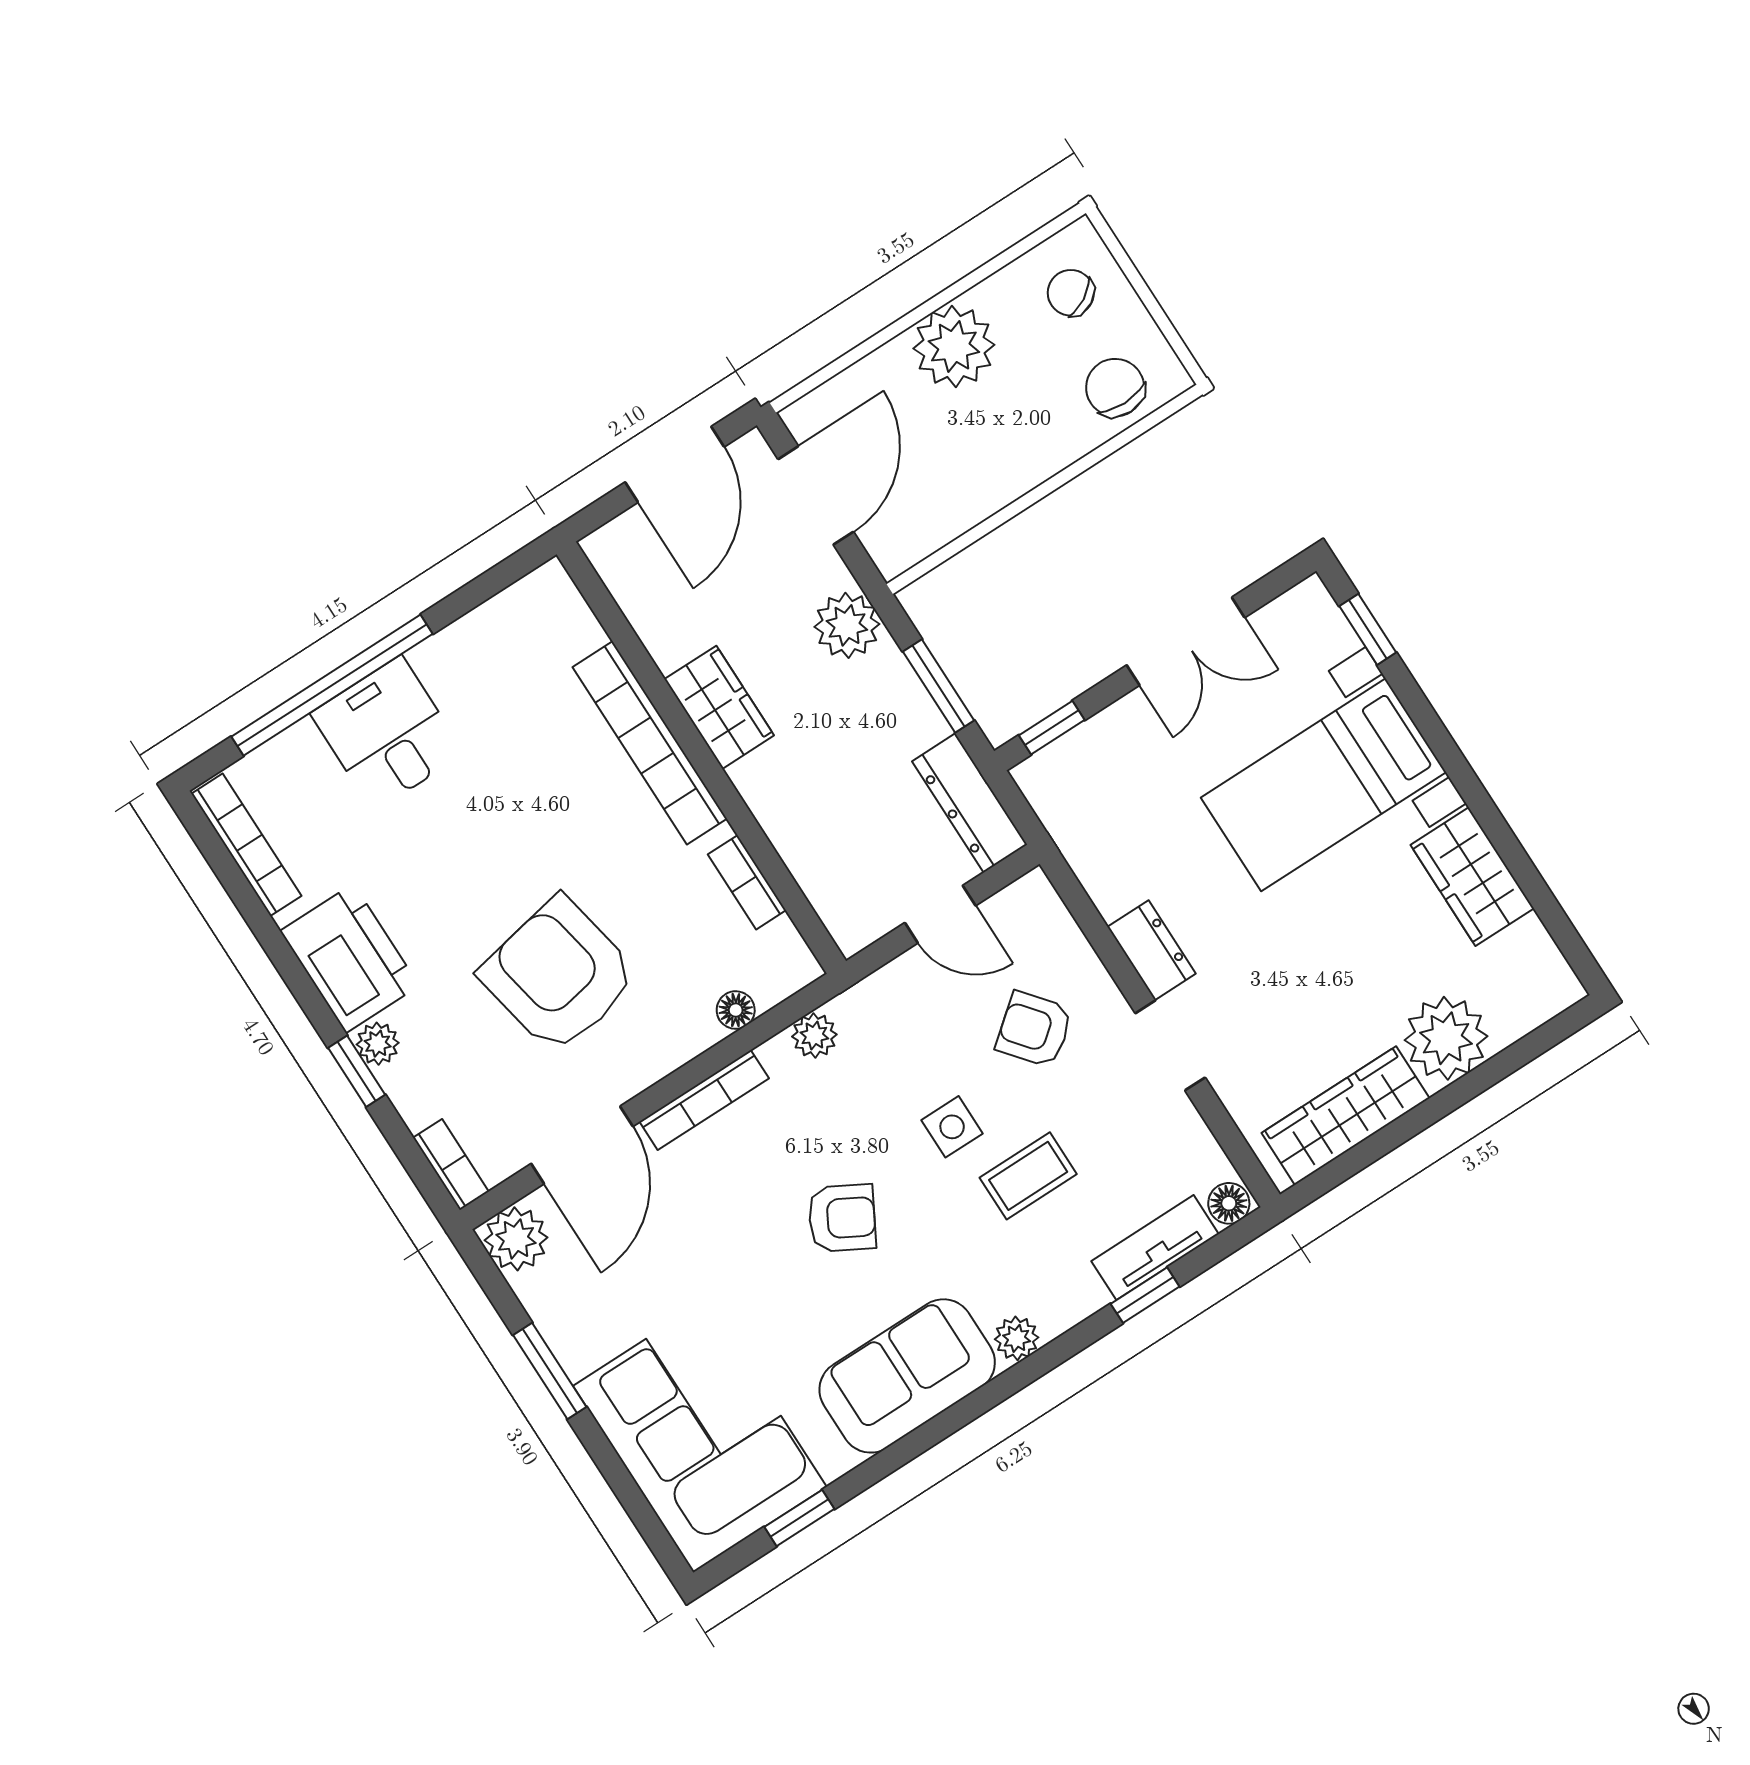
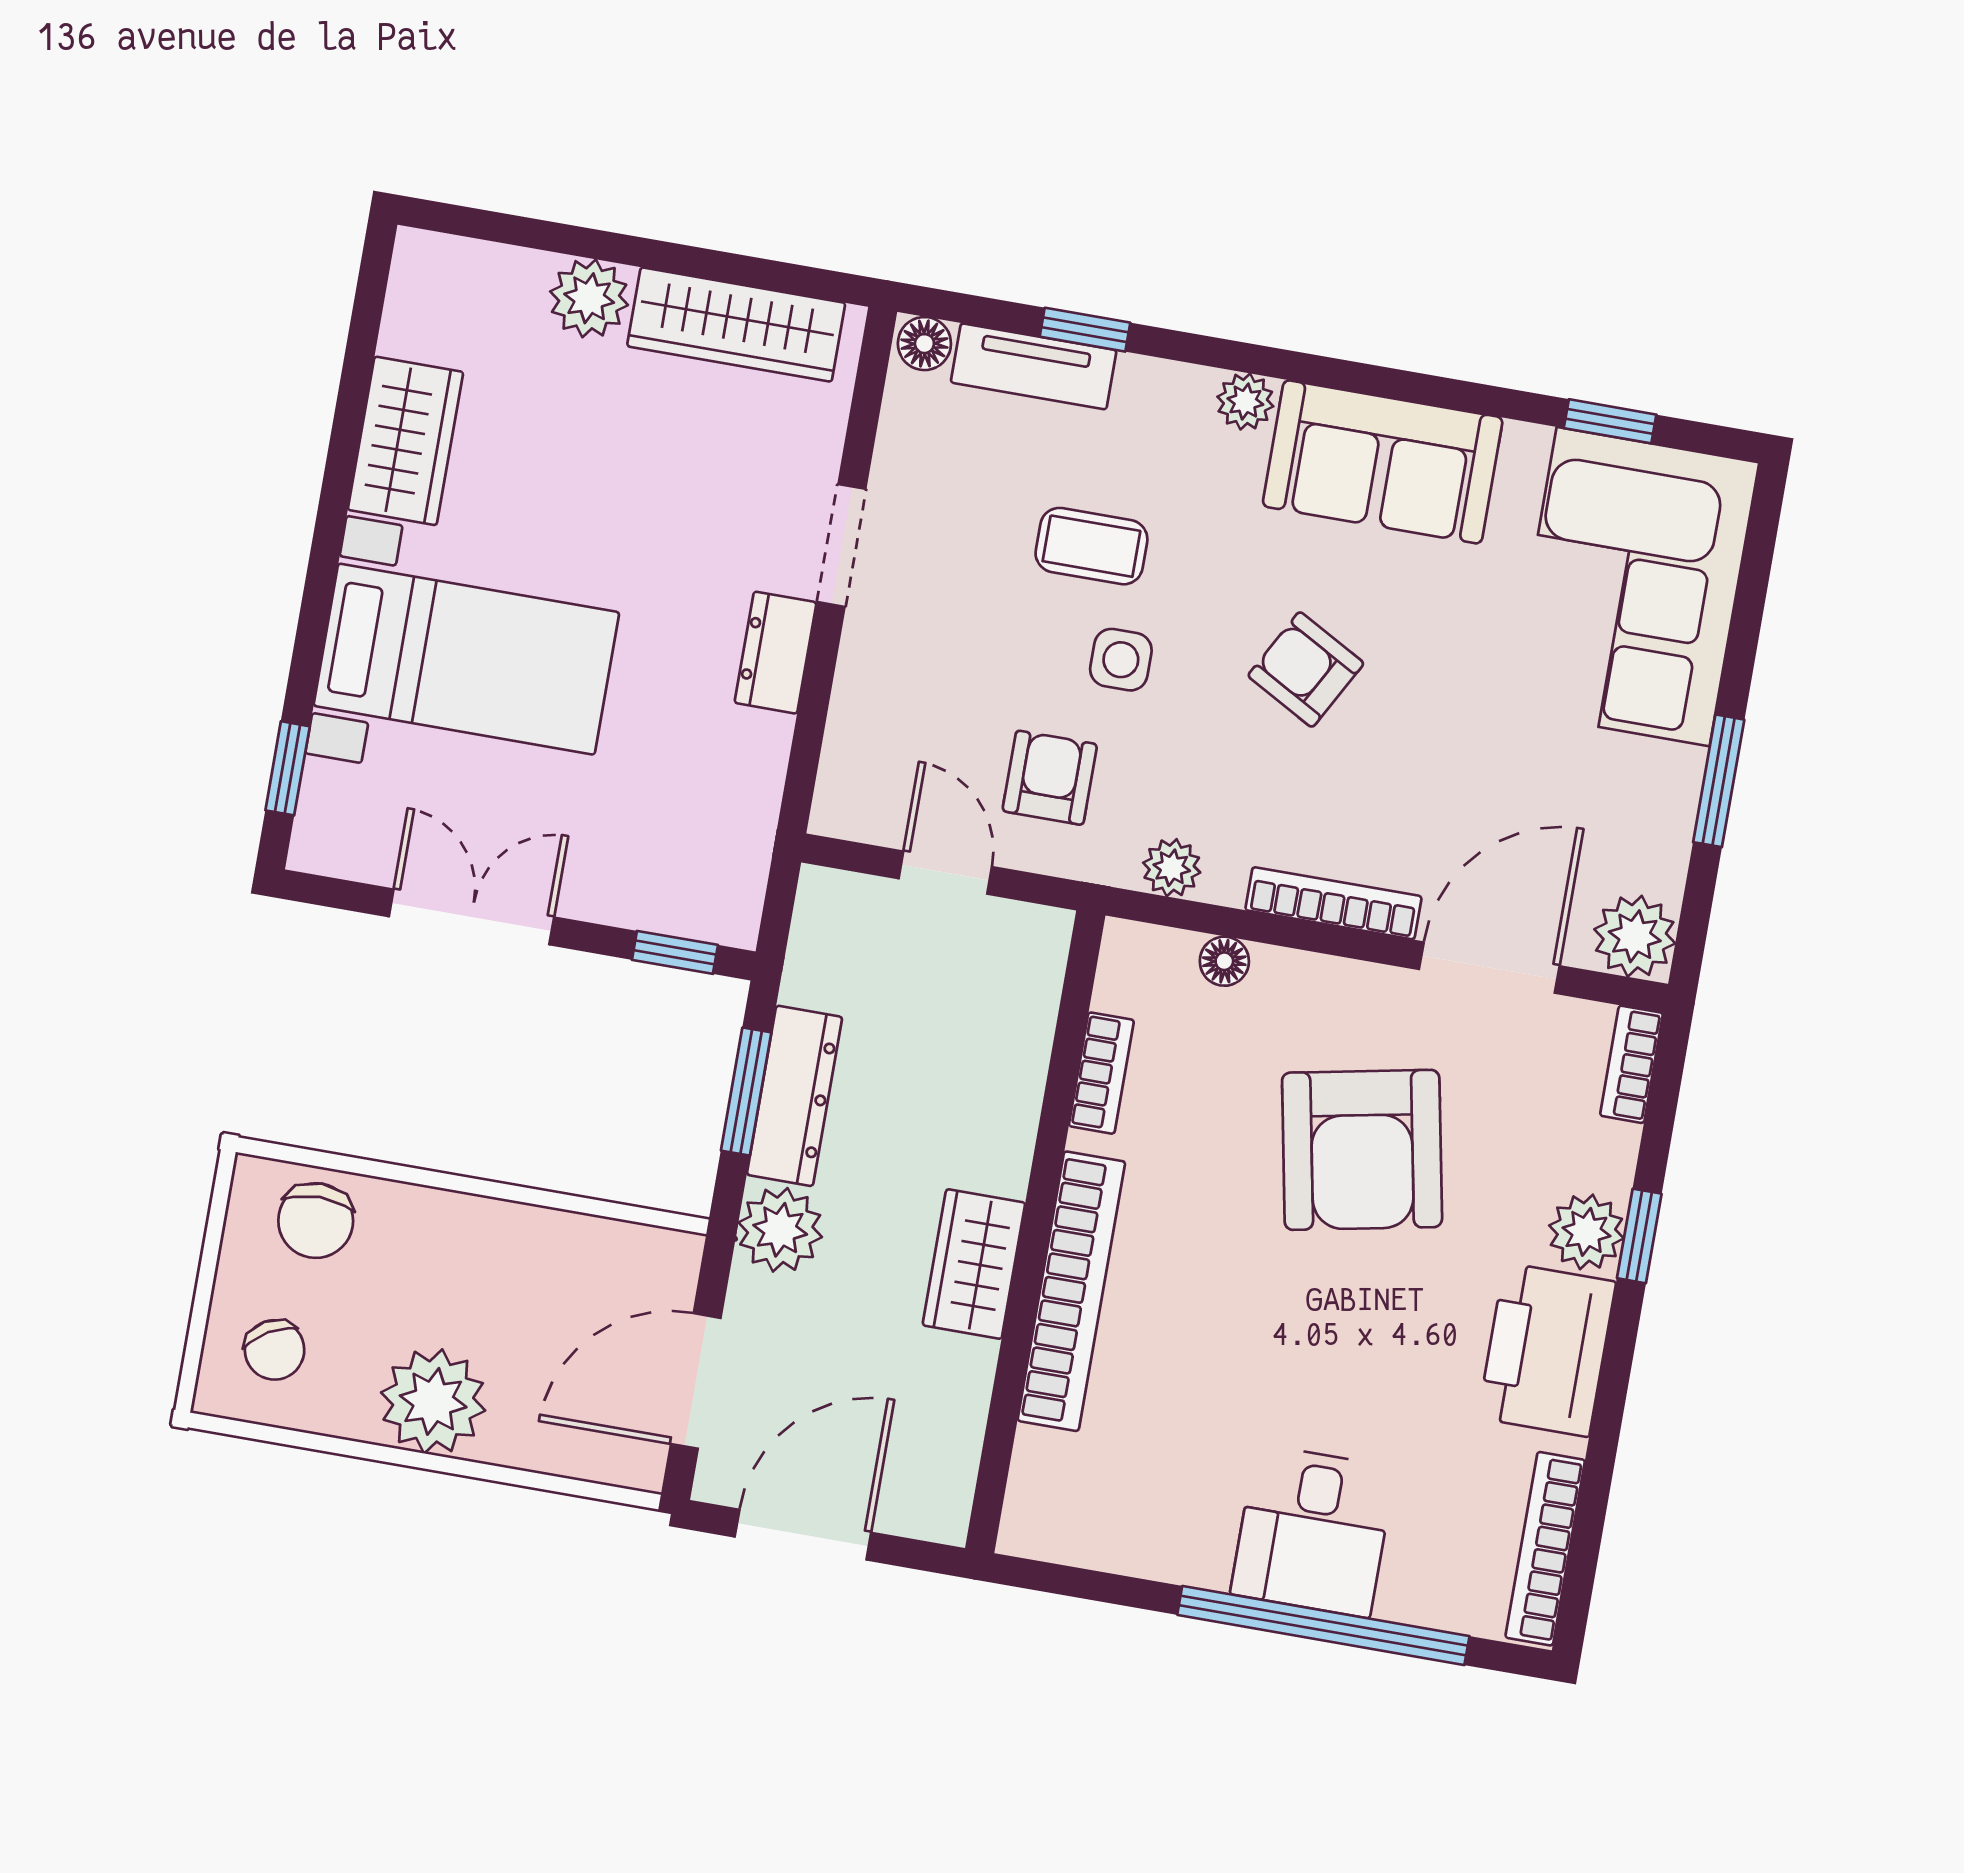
dresser: (970, 803) -> (795, 1096), moved
armchair: (1034, 1029) -> (1050, 778), moved, turned -141
plant: (1446, 1038) -> (589, 298), width x0.73, depth x0.73
plant: (378, 1044) -> (1586, 1232), width x1.38, depth x1.38

